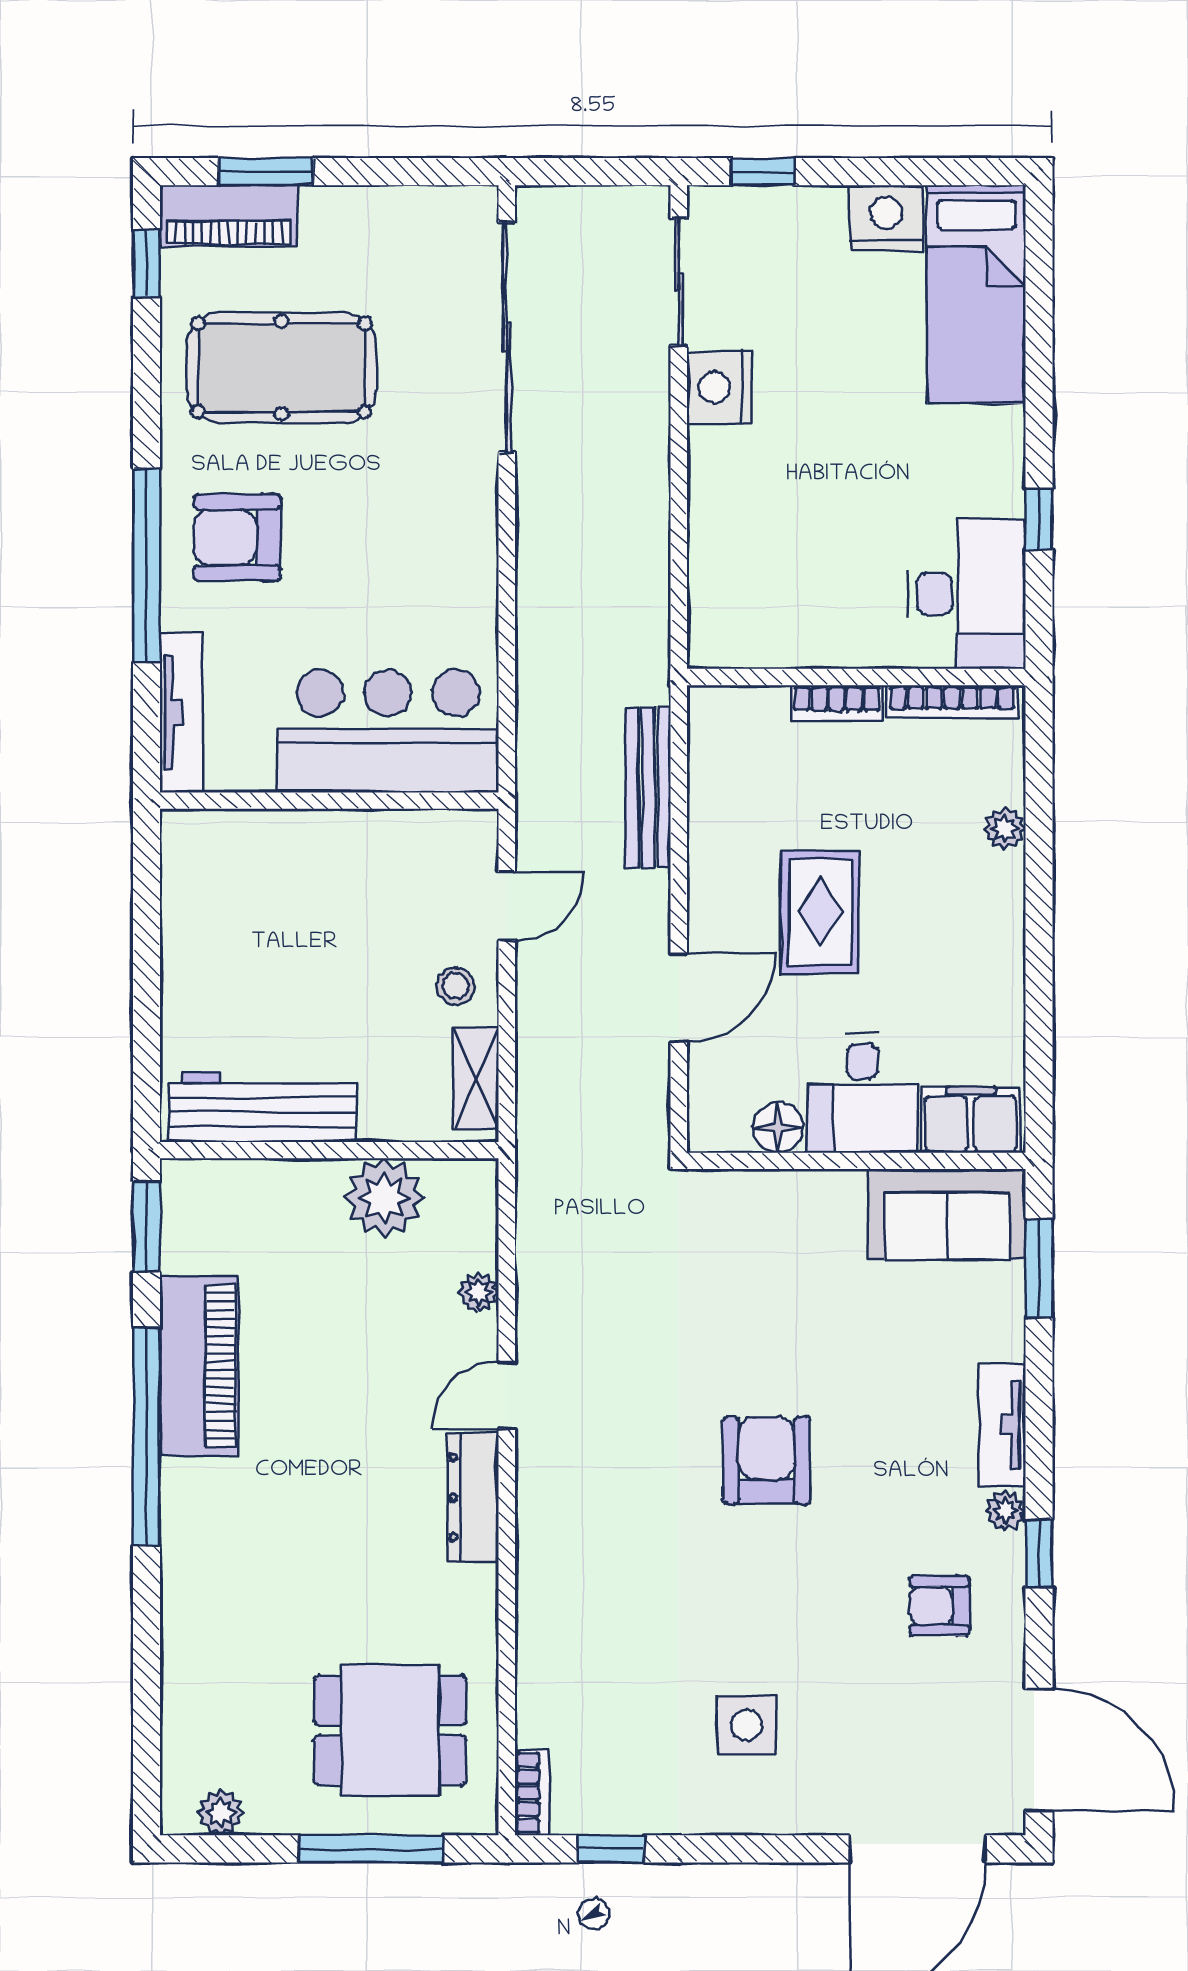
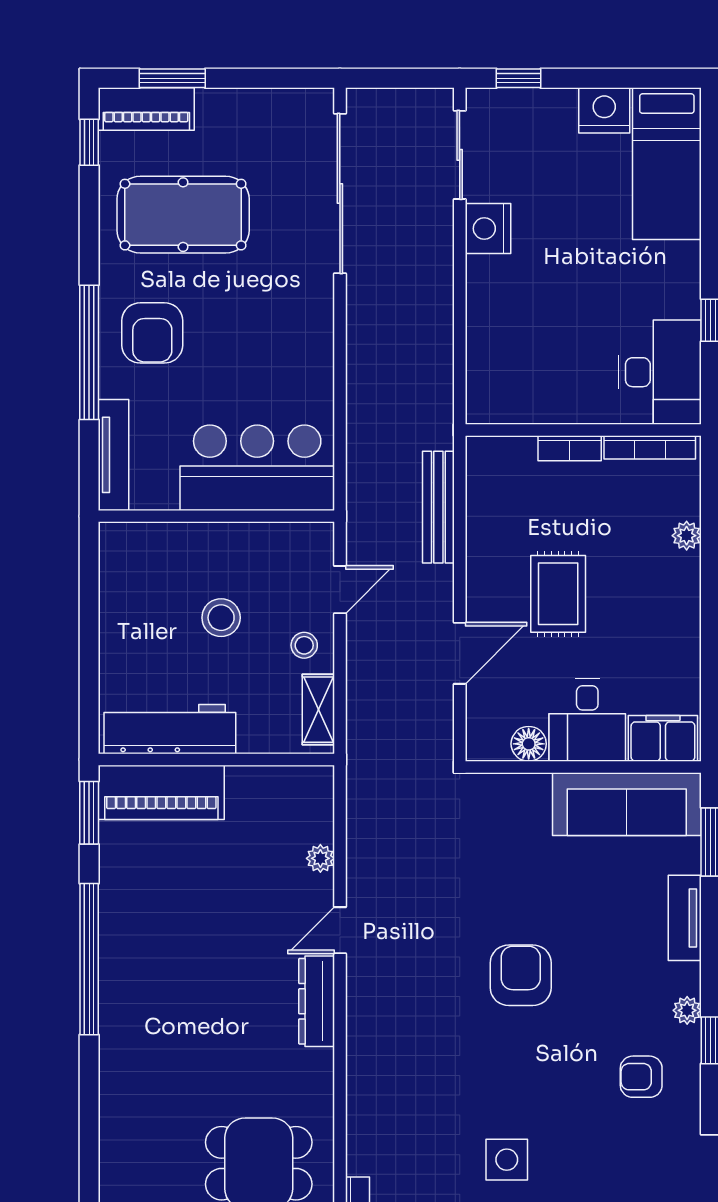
armchair: (237, 537) -> (152, 333), turned -90
stool: (336, 946) -> (221, 618), added
plant: (384, 1198) -> (255, 793), removed
sofa: (947, 1214) -> (627, 804), width x1.36
piano: (199, 1366) -> (161, 792), moved, turned 90
tv unit: (1002, 1425) -> (685, 918), moved

